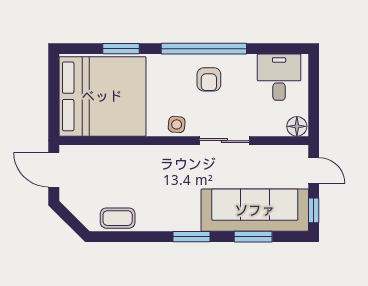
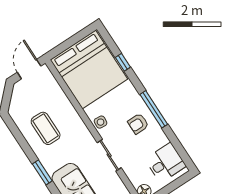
window: (121, 49) -> (123, 62), width x0.67
window: (204, 49) -> (154, 109), width x0.68
coffee table: (118, 218) -> (46, 128), moved, width x1.36, depth x1.30

